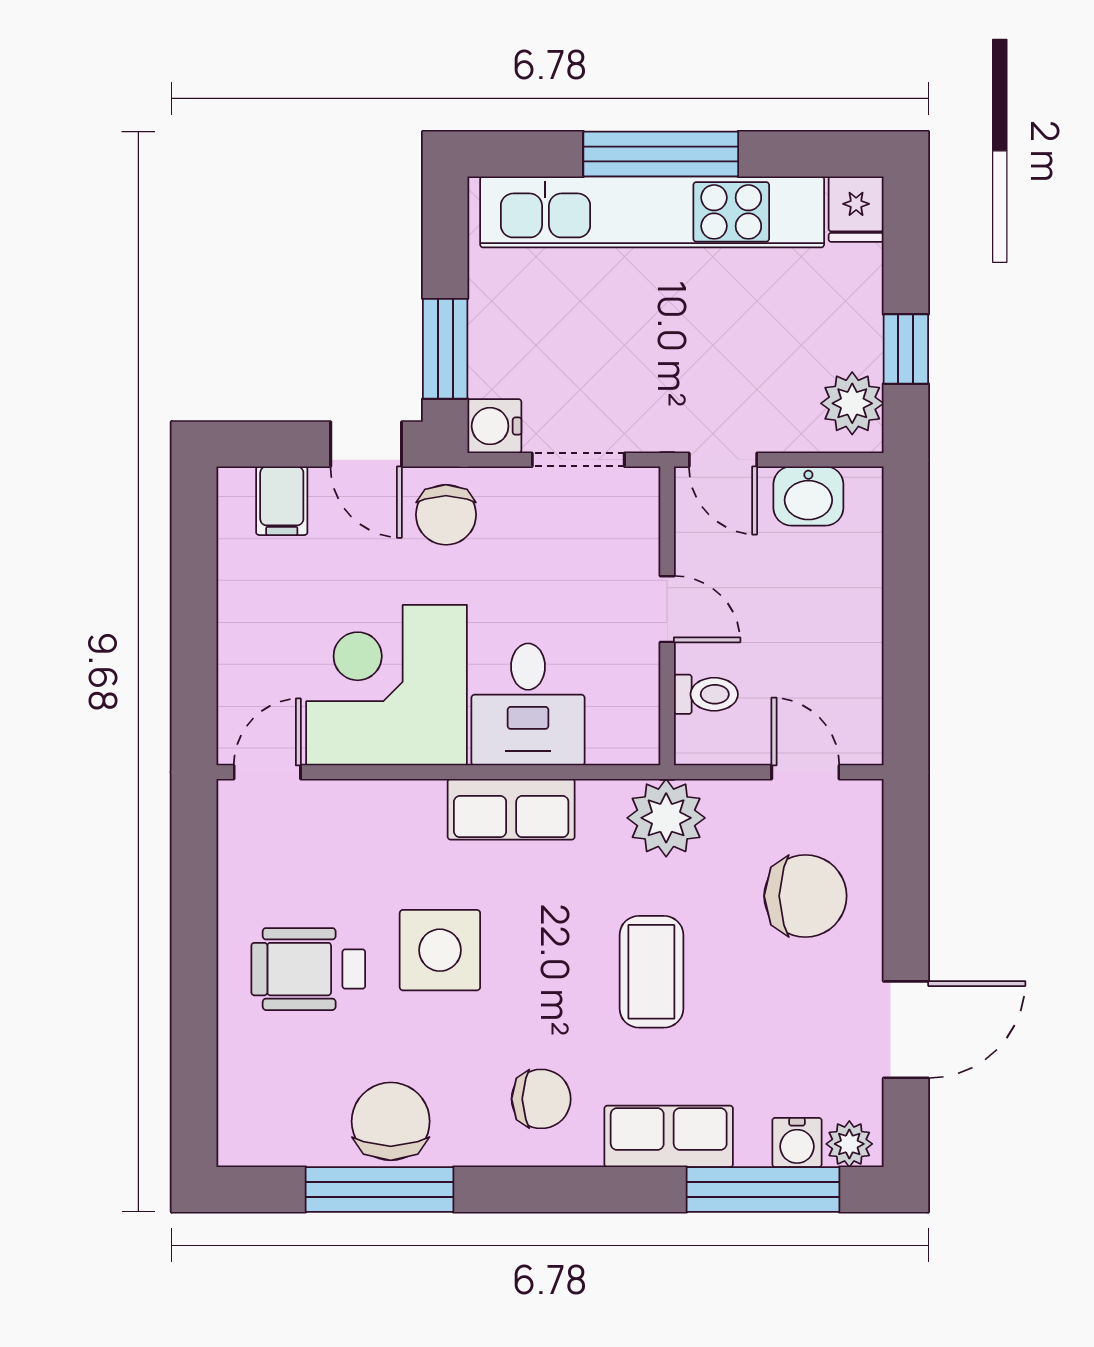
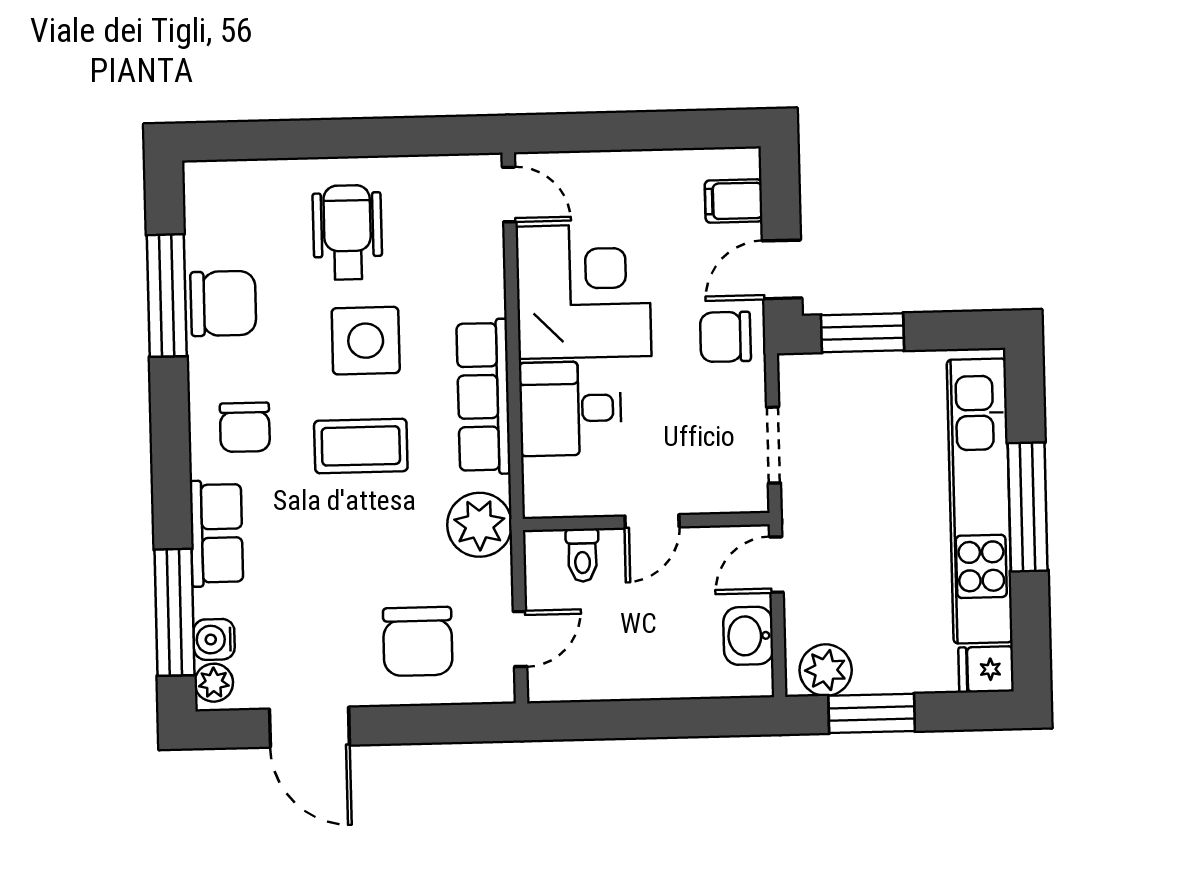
window: (906, 349) -> (872, 713), width x1.50
water cooler: (494, 426) -> (800, 375), removed
row of seats: (511, 809) -> (483, 397), width x1.48
coffee table: (651, 972) -> (361, 446), moved

